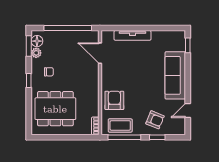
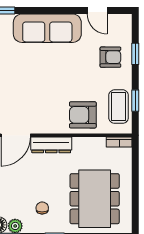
dresser: (93, 78) -> (51, 145), added
armchair: (155, 120) -> (110, 57), turned 68
window: (124, 137) -> (135, 101), width x0.46

